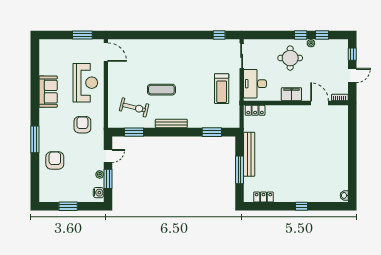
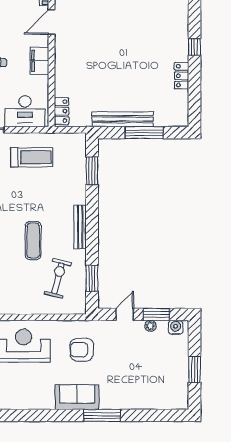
sofa: (48, 92) -> (77, 397), moved
door: (108, 156) -> (125, 314), hinge flipped
armchair: (55, 160) -> (131, 388), removed
locker: (263, 197) -> (182, 76), moved

